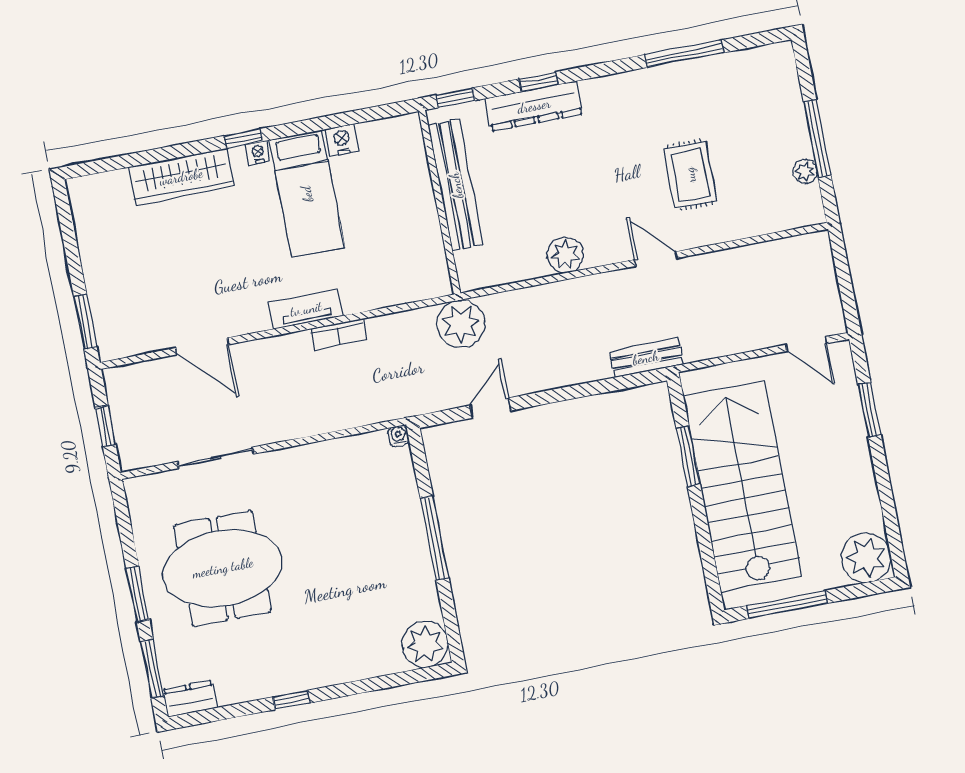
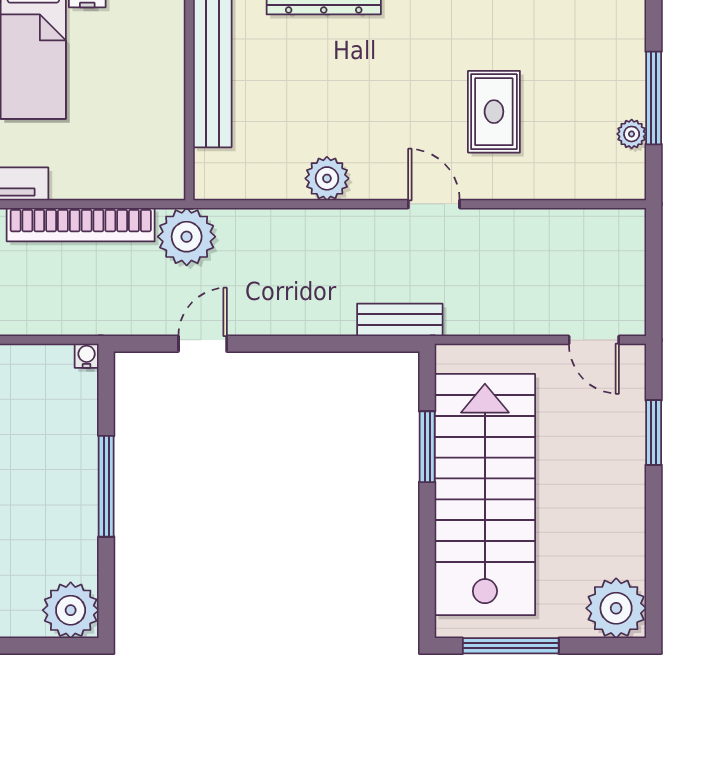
bookcase: (338, 334) -> (81, 225), width x2.31, depth x1.31

